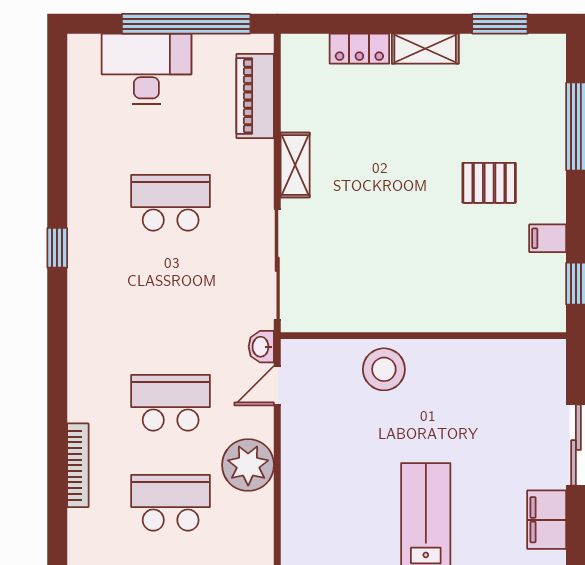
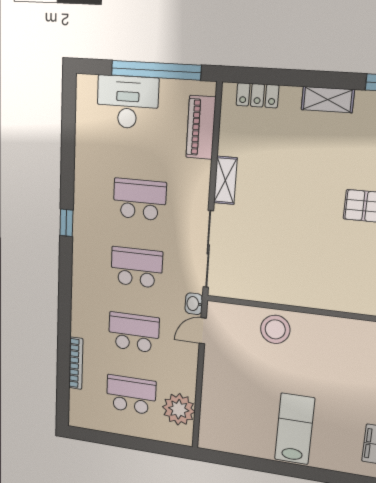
locker: (359, 49) -> (257, 95), moved
school desk: (171, 303) -> (137, 267), added
plant: (248, 465) -> (179, 409), moved

